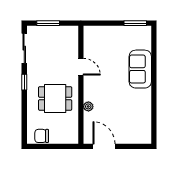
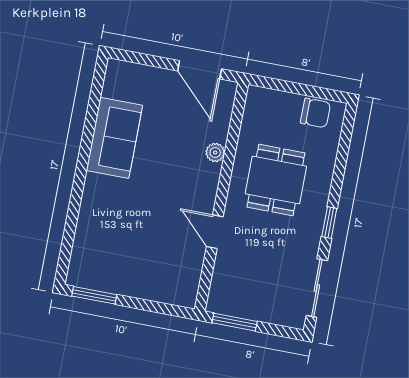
window: (48, 23) -> (235, 322), moved
sofa: (140, 69) -> (114, 138), moved
dining table: (55, 98) -> (276, 180), turned 90

